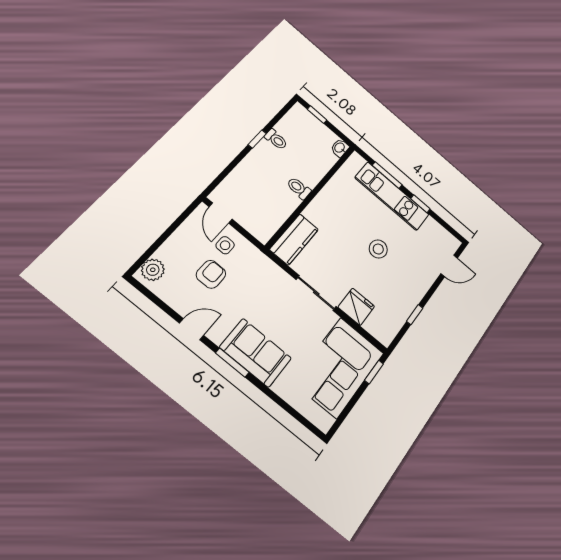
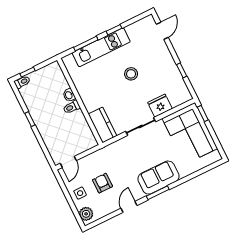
toilet: (276, 139) -> (22, 82), moved
washbasin: (340, 148) -> (69, 95), moved
door: (221, 213) -> (68, 162), hinge flipped
side table: (225, 245) -> (80, 193), moved

